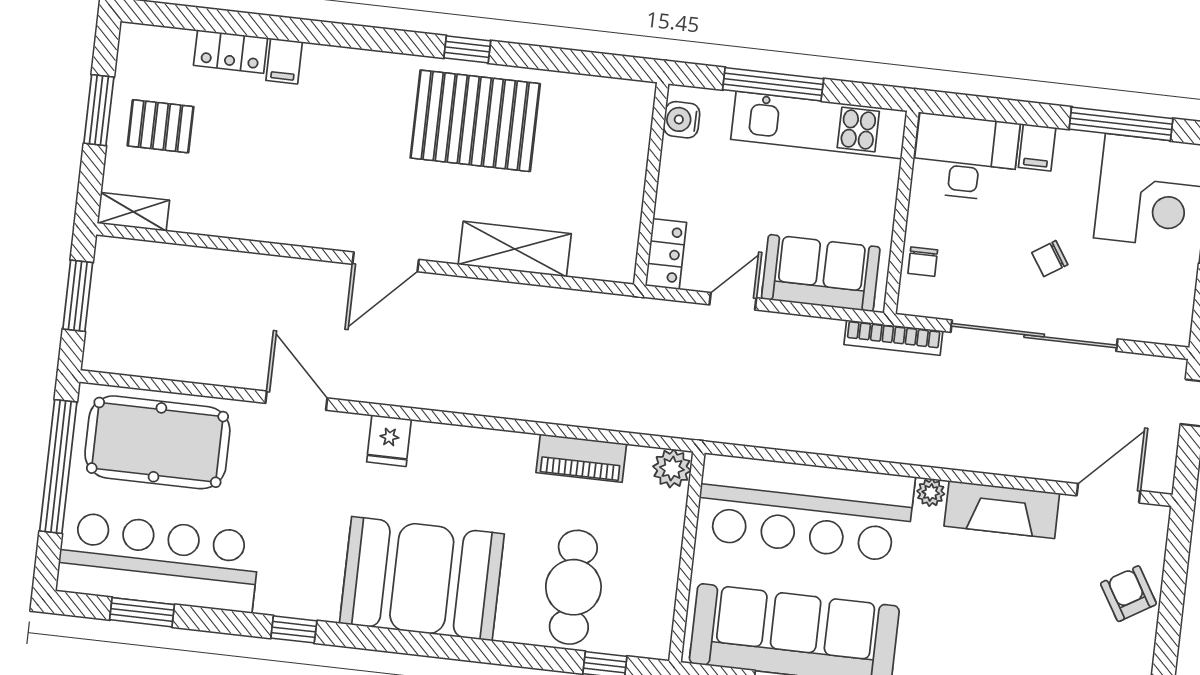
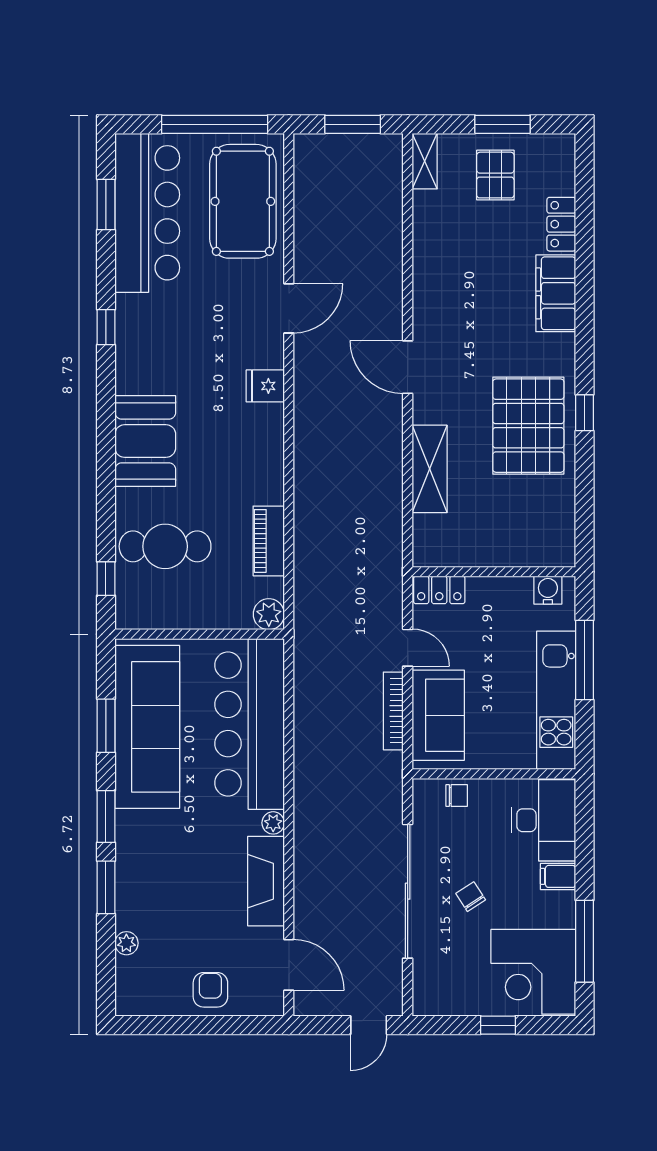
filing cabinet: (284, 61) -> (556, 293), width x3.00, depth x1.17
chair: (923, 262) -> (457, 796), turned 180
bookcase: (893, 338) -> (393, 711), moved
booth: (422, 579) -> (145, 441), width x0.73, depth x0.70
armchair: (1128, 594) -> (210, 990), turned -59

